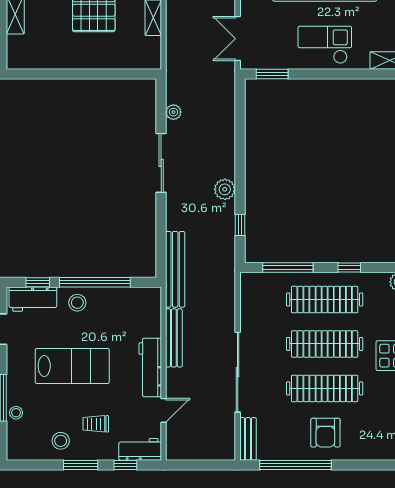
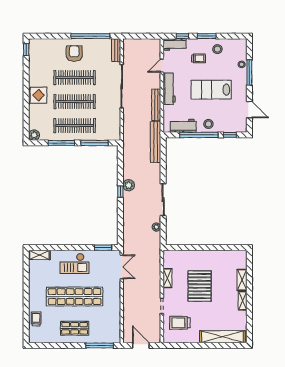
window: (240, 225) -> (120, 192), moved
window: (349, 267) -> (61, 143), width x2.17
workbench: (33, 299) -> (183, 126), moved

